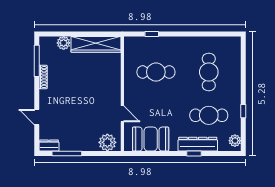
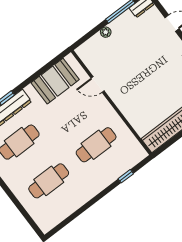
cafe table: (209, 72) -> (49, 181), turned 90
plant: (107, 142) -> (106, 32), moved, width x0.53, depth x0.53

